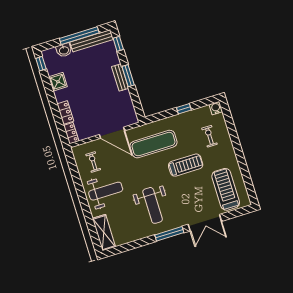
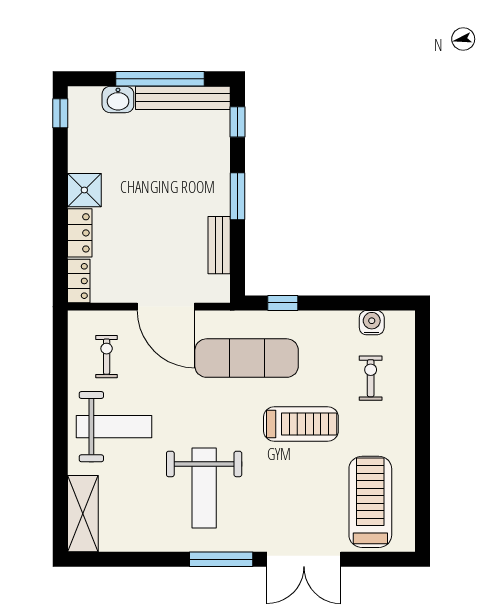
bench: (120, 78) -> (219, 245), moved
shower: (58, 82) -> (84, 190), moved
water cooler: (216, 108) -> (372, 323), moved
window: (184, 109) -> (283, 303), moved

